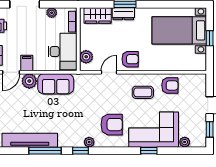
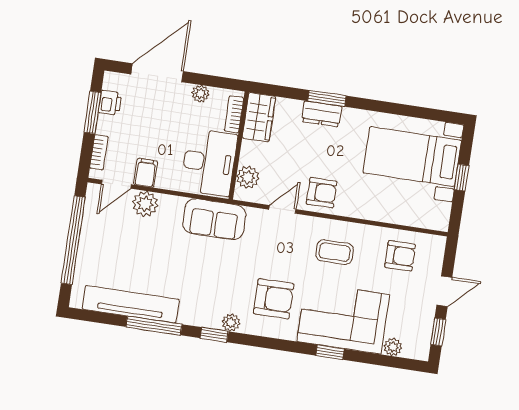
wardrobe: (98, 15) -> (259, 117), moved, turned -90
sofa: (56, 84) -> (214, 219), moved
armchair: (170, 85) -> (400, 256), moved

